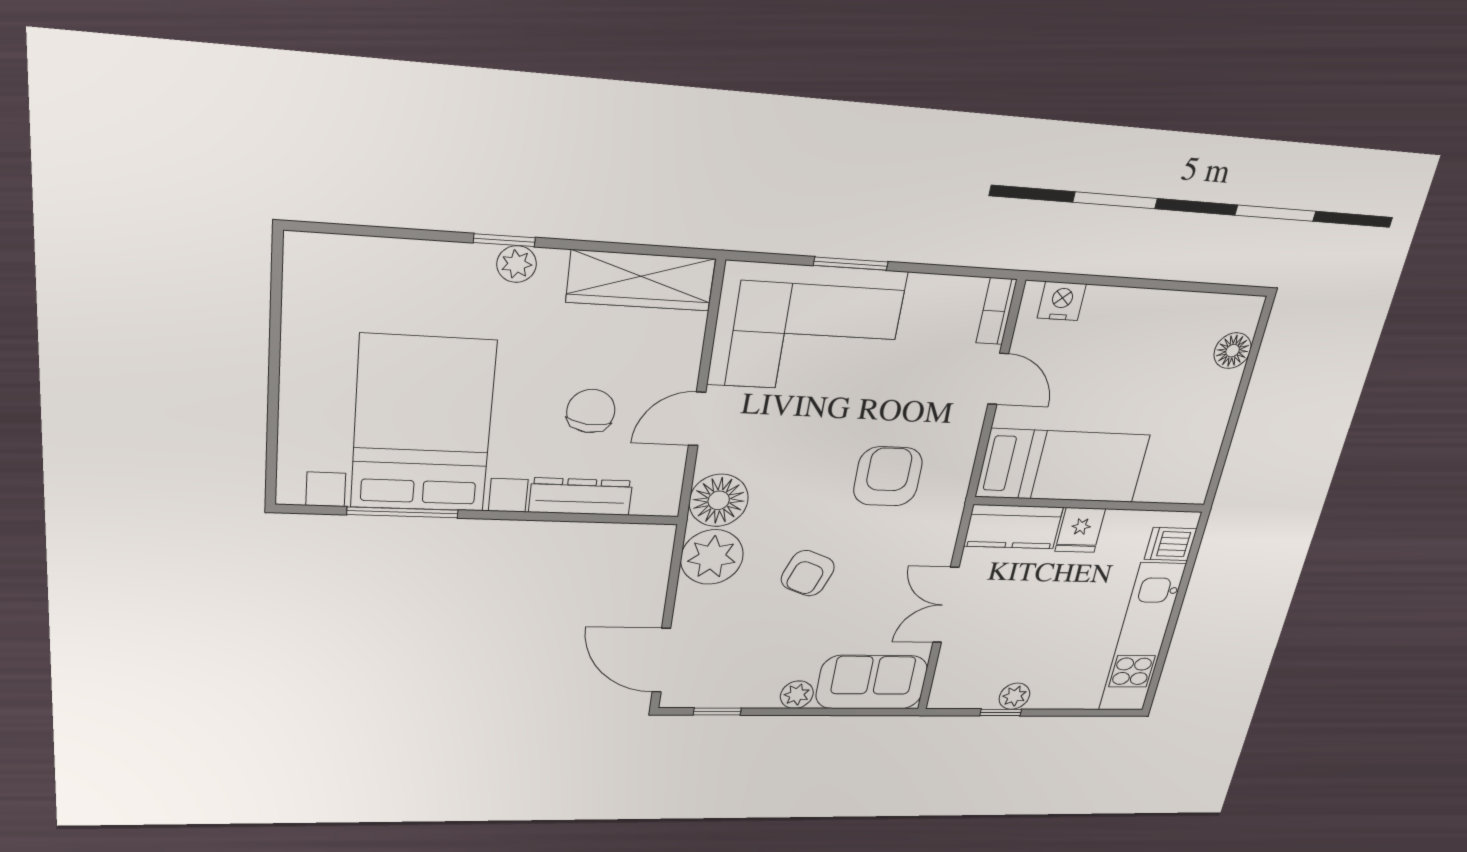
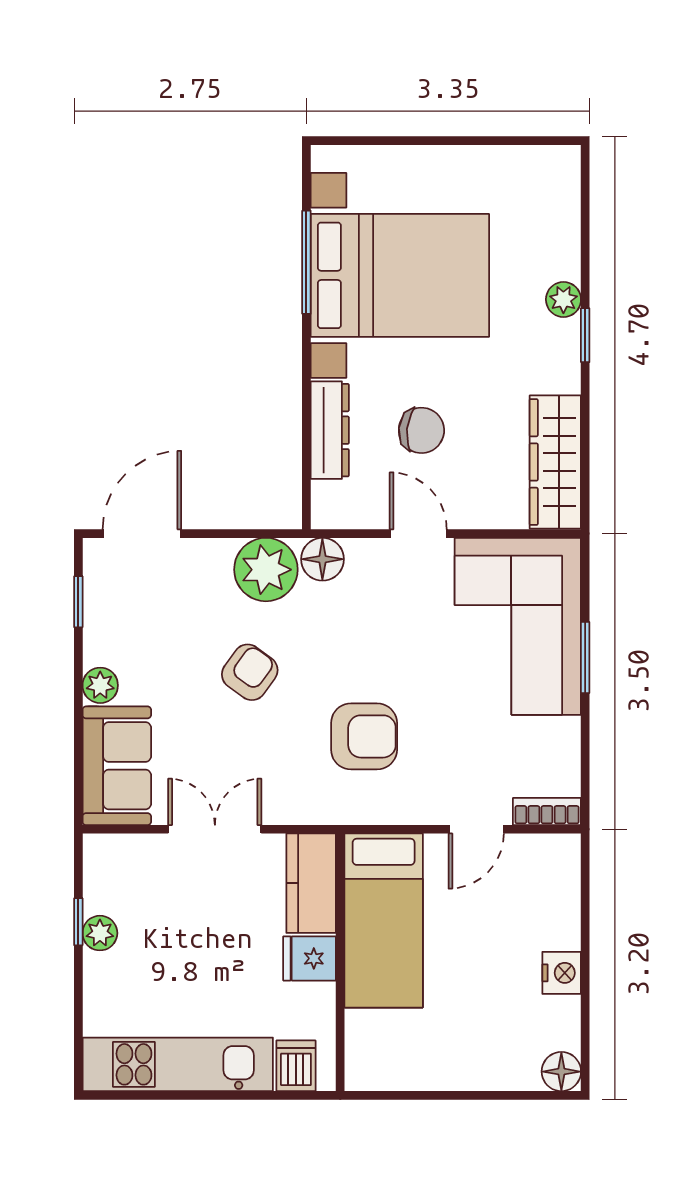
plant: (517, 264) -> (563, 299), moved
nightstand: (1062, 301) -> (562, 973), moved
floor lamp: (1233, 351) -> (561, 1072), moved
floor lamp: (719, 500) -> (322, 559), width x0.73, depth x0.73
armchair: (808, 573) -> (250, 672), turned 105

